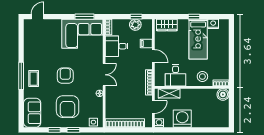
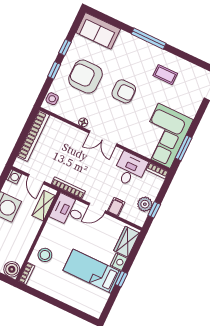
nightstand: (213, 24) -> (119, 262), moved
desk: (176, 75) -> (68, 211), moved
coffee table: (34, 79) -> (165, 75), moved

